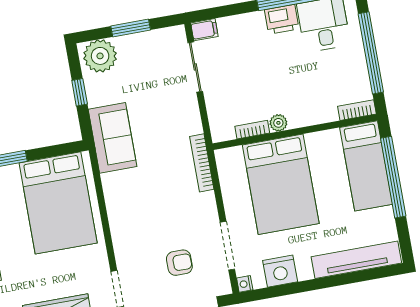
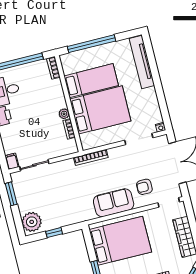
window: (131, 28) -> (11, 194), moved
sofa: (112, 138) -> (114, 203), moved
bed: (366, 166) -> (91, 81), moved
armchair: (179, 263) -> (144, 187), moved, turned -90
nightstand: (280, 271) -> (152, 107), removed

